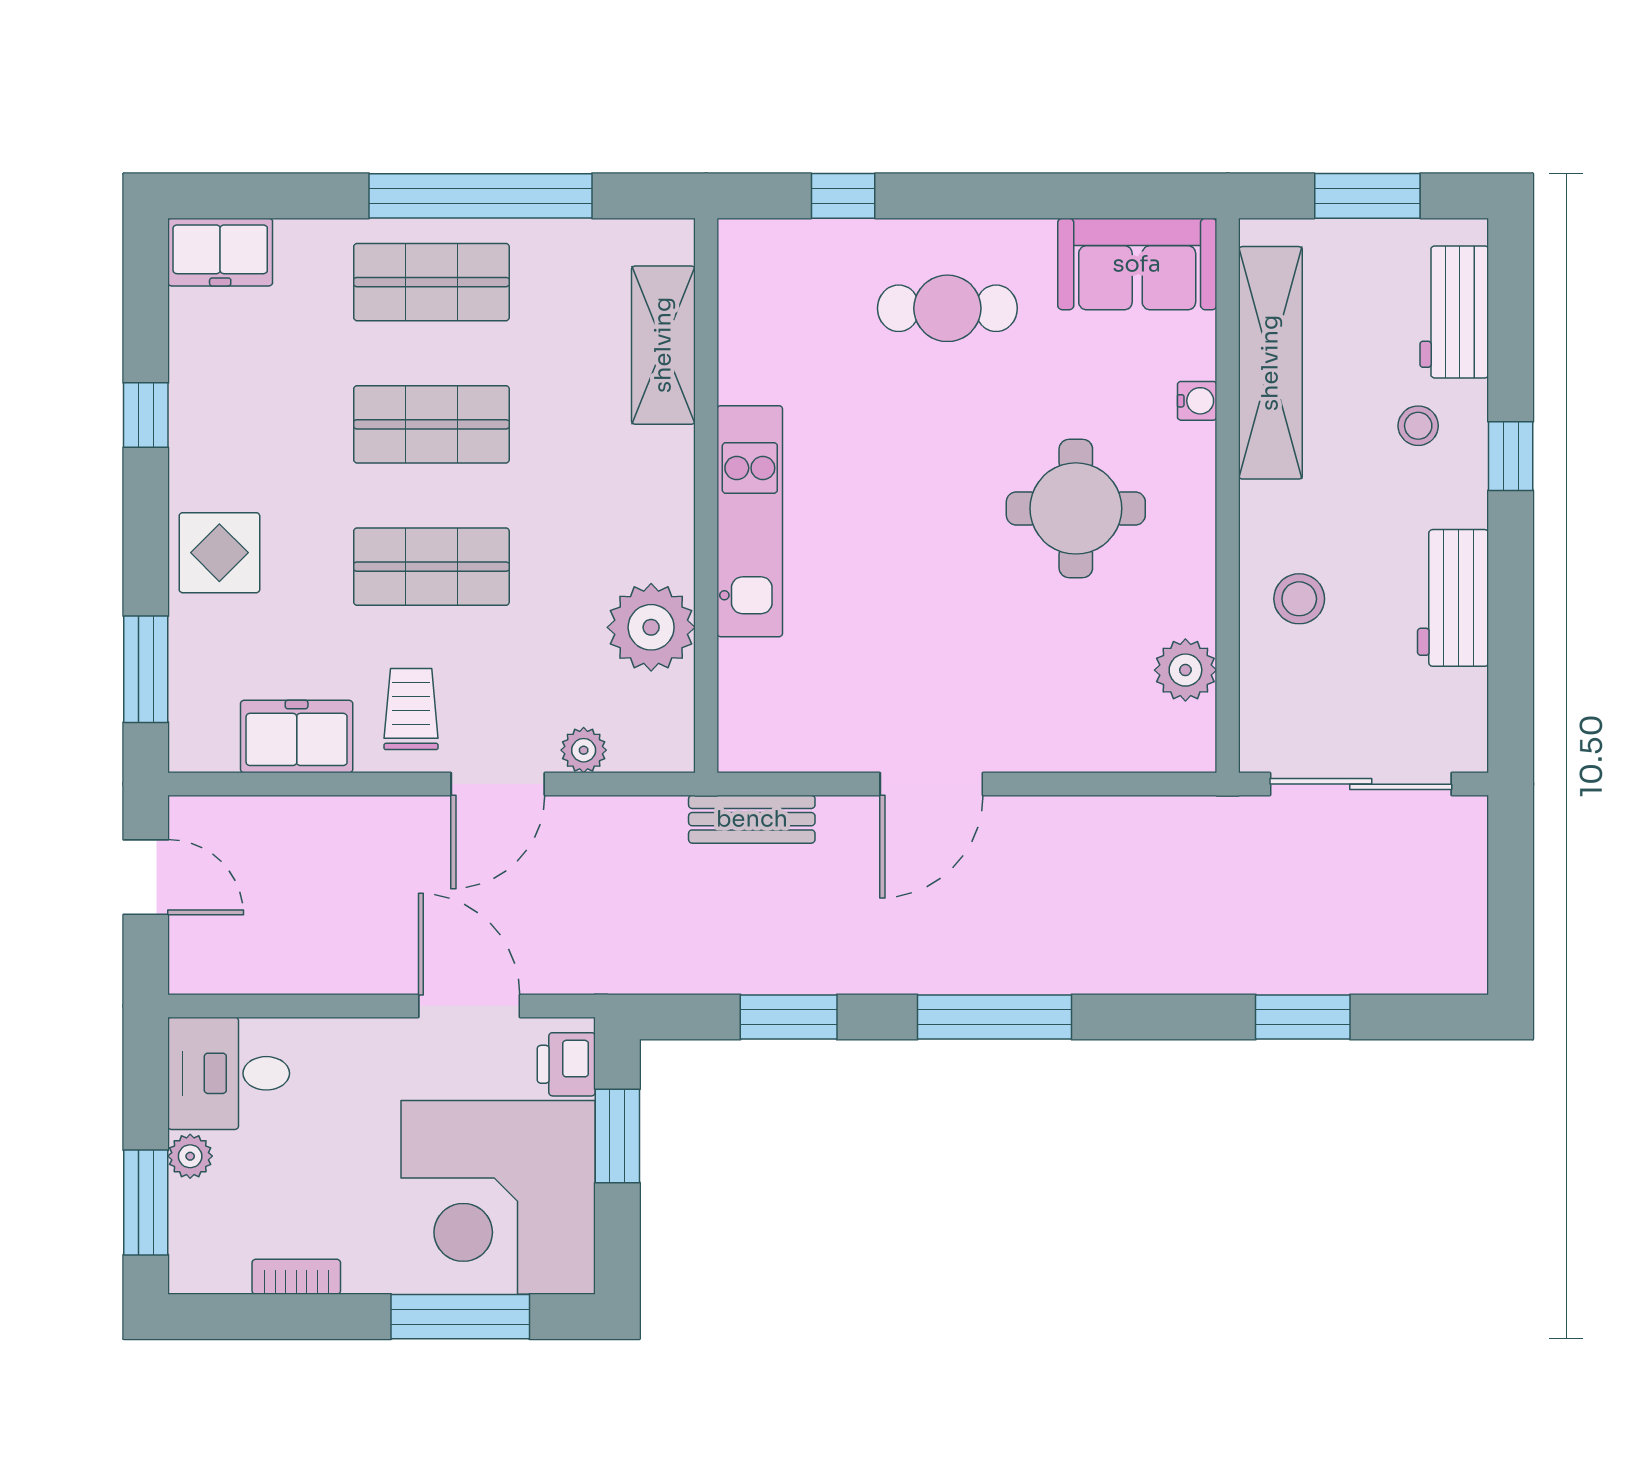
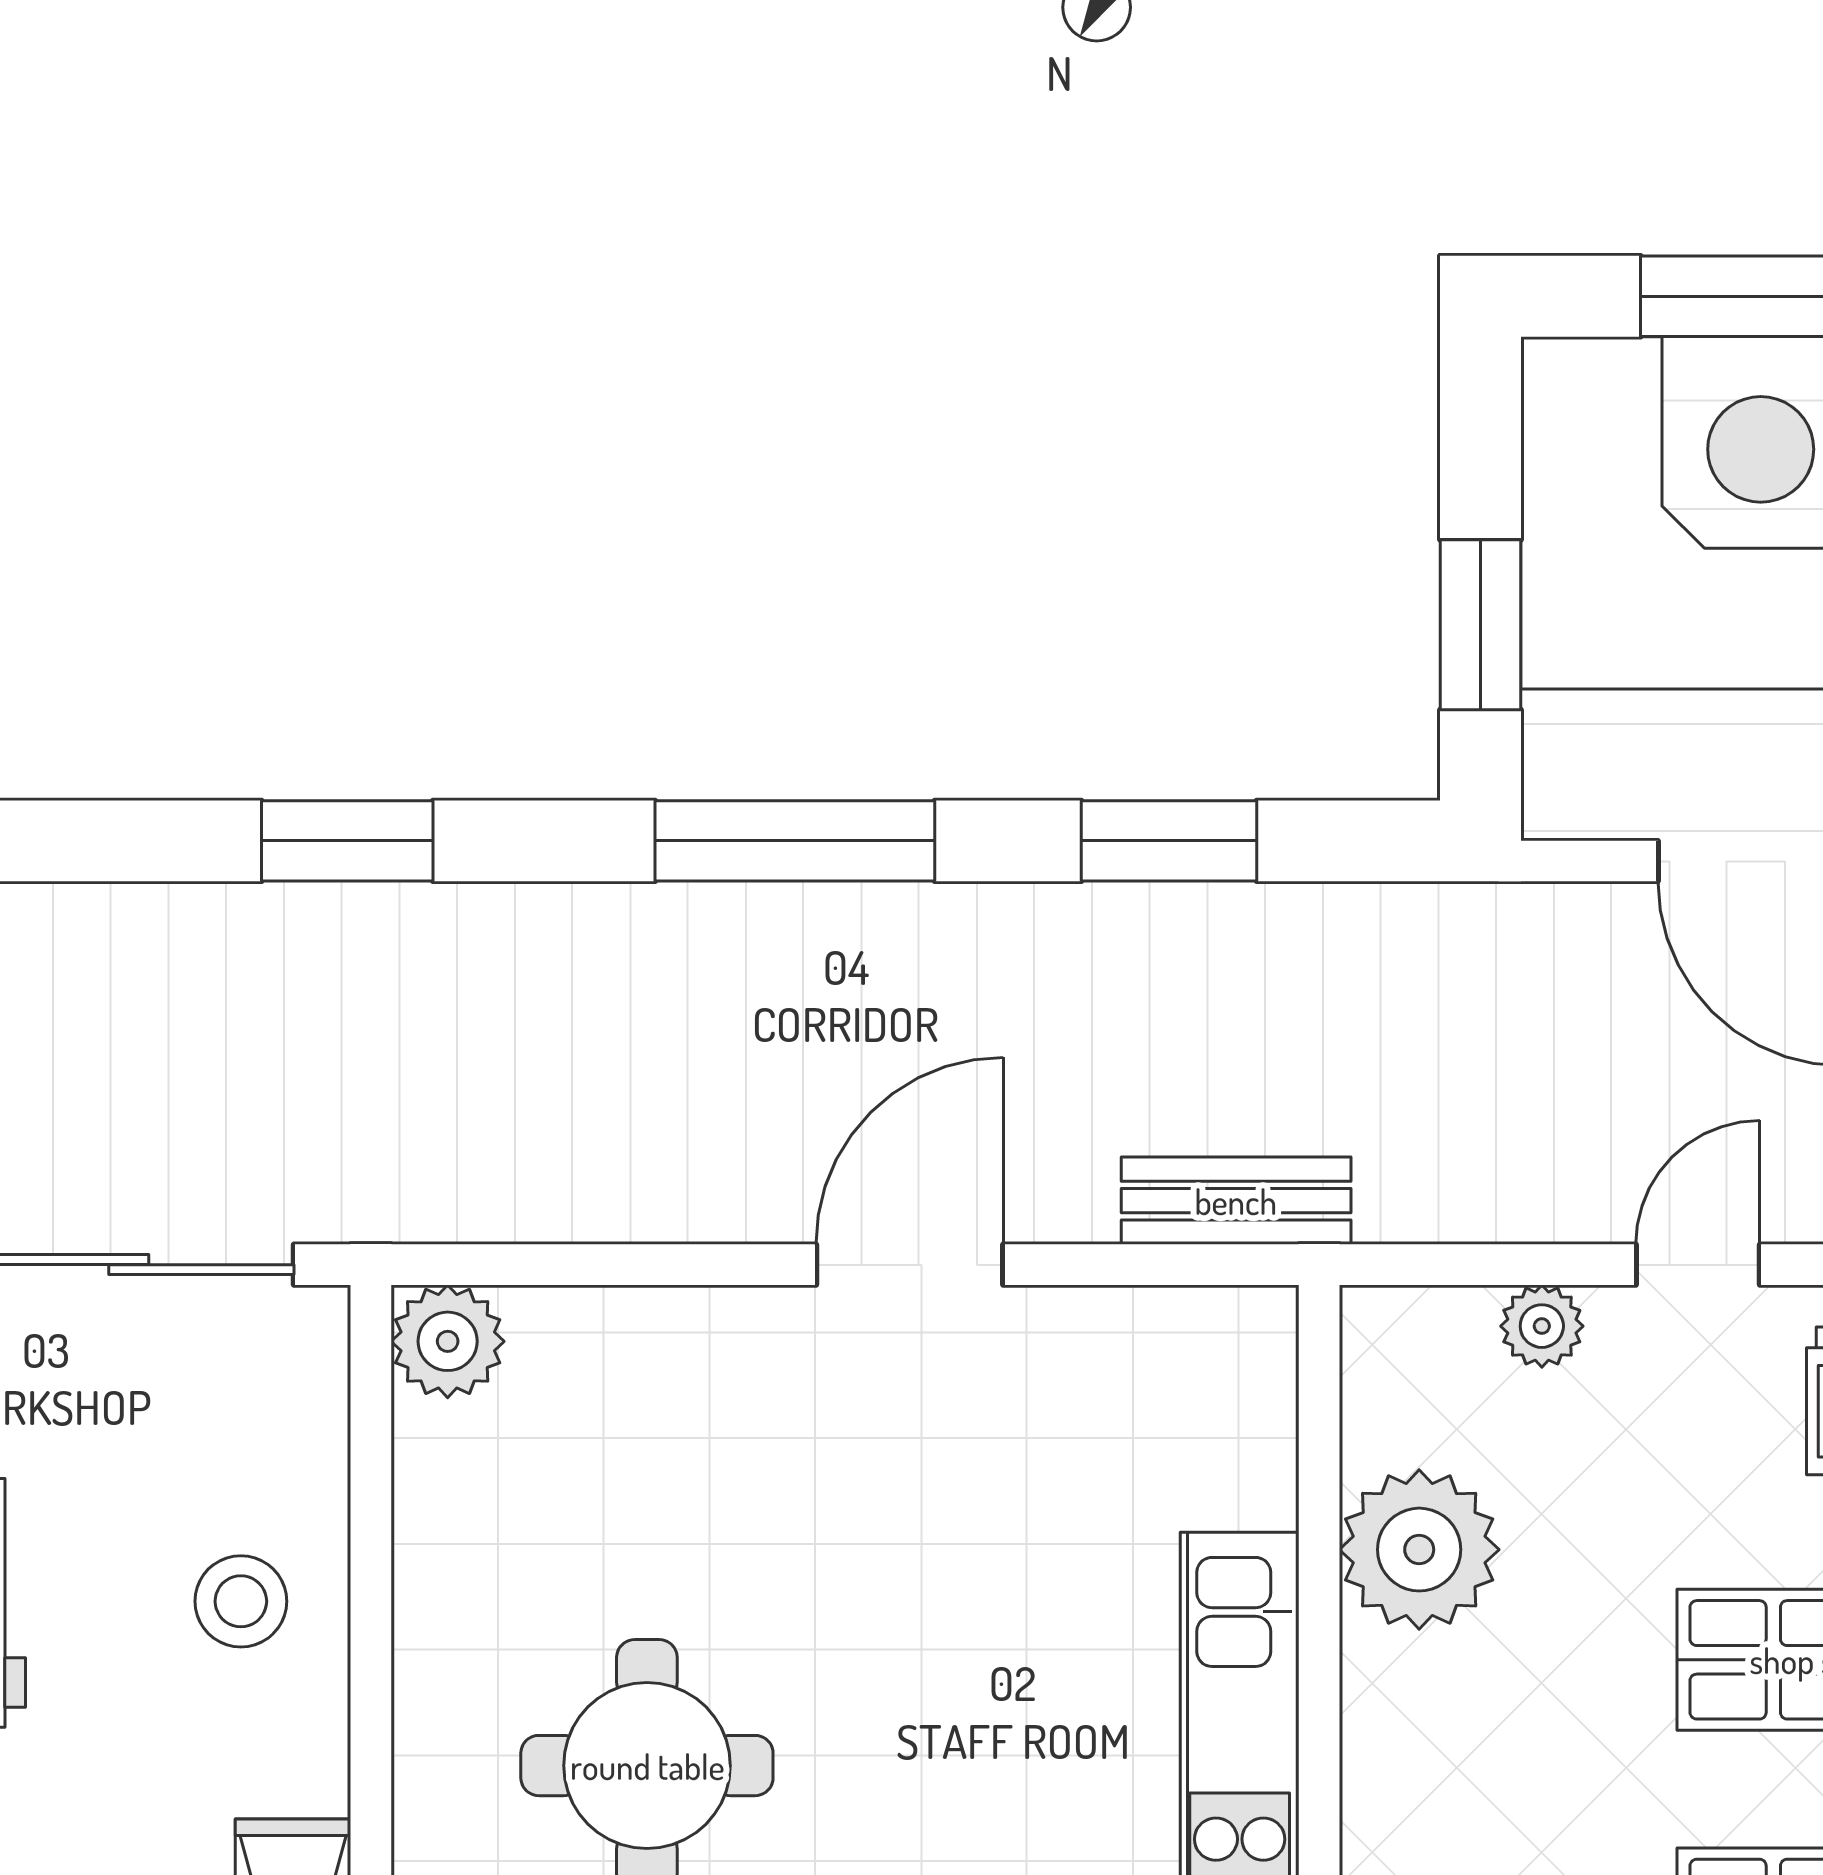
plant: (1185, 670) -> (448, 1341), moved
door: (498, 784) -> (1698, 1265), width x0.73
window: (1303, 1017) -> (347, 841), moved
printer: (566, 1064) -> (1573, 755), removed

